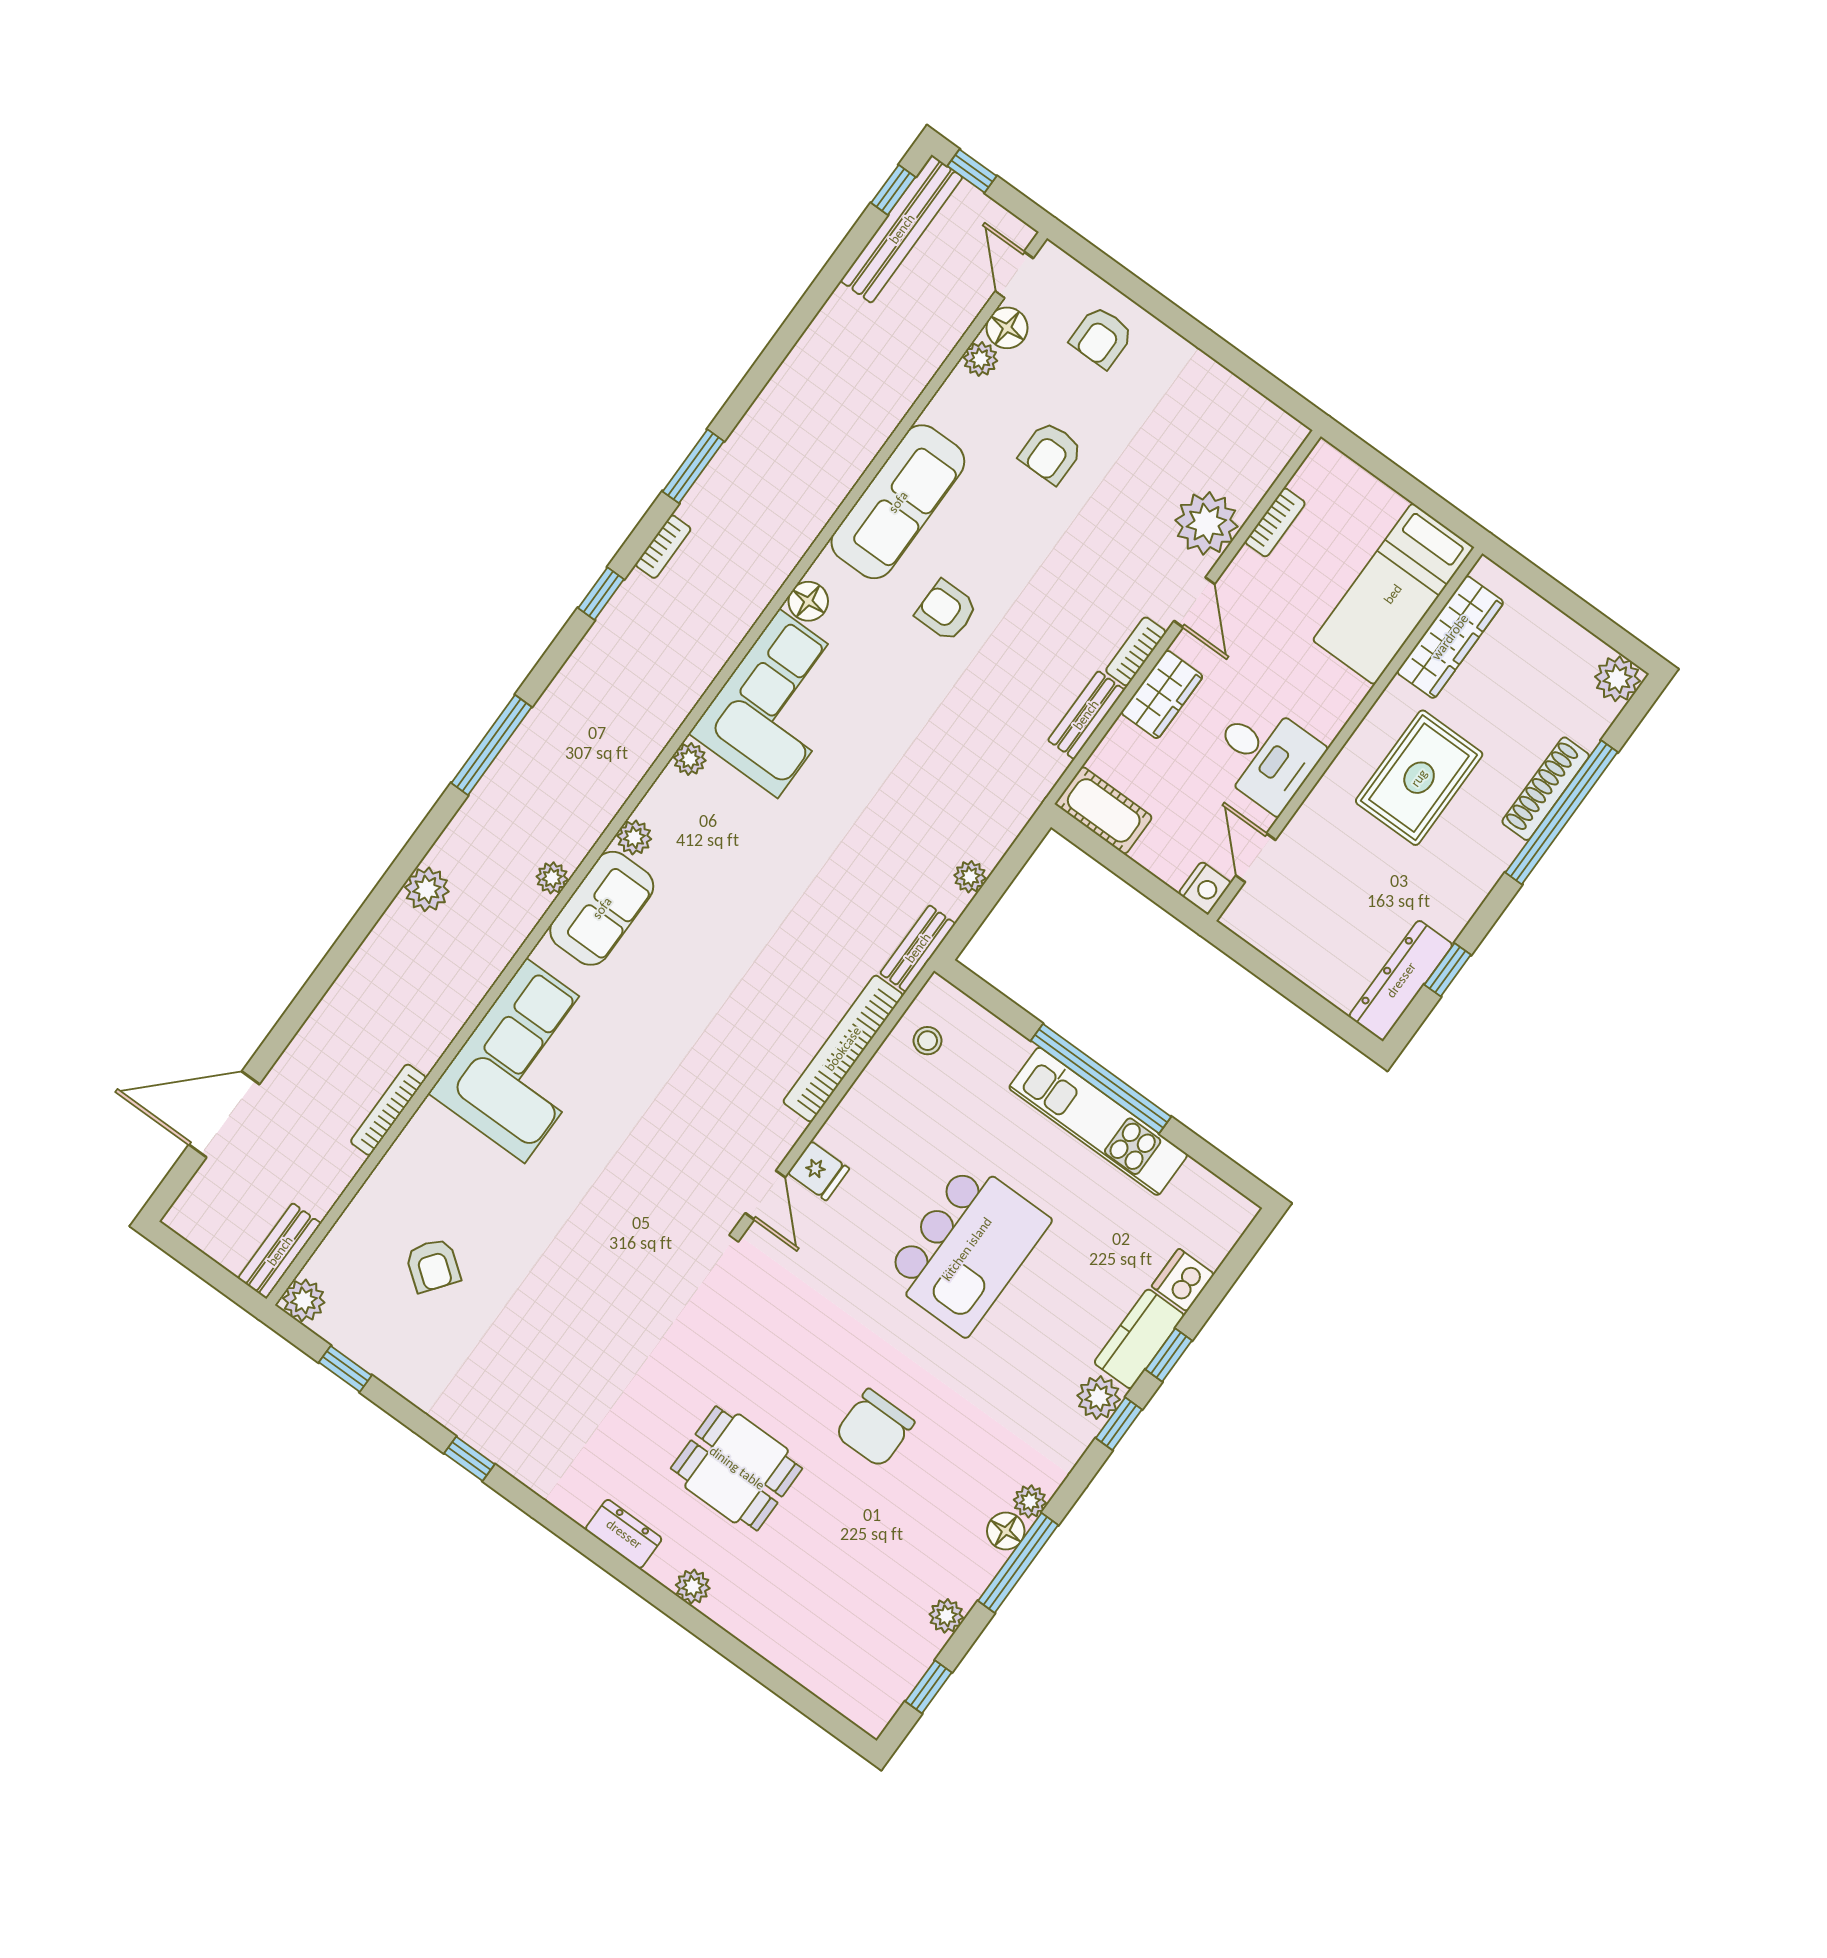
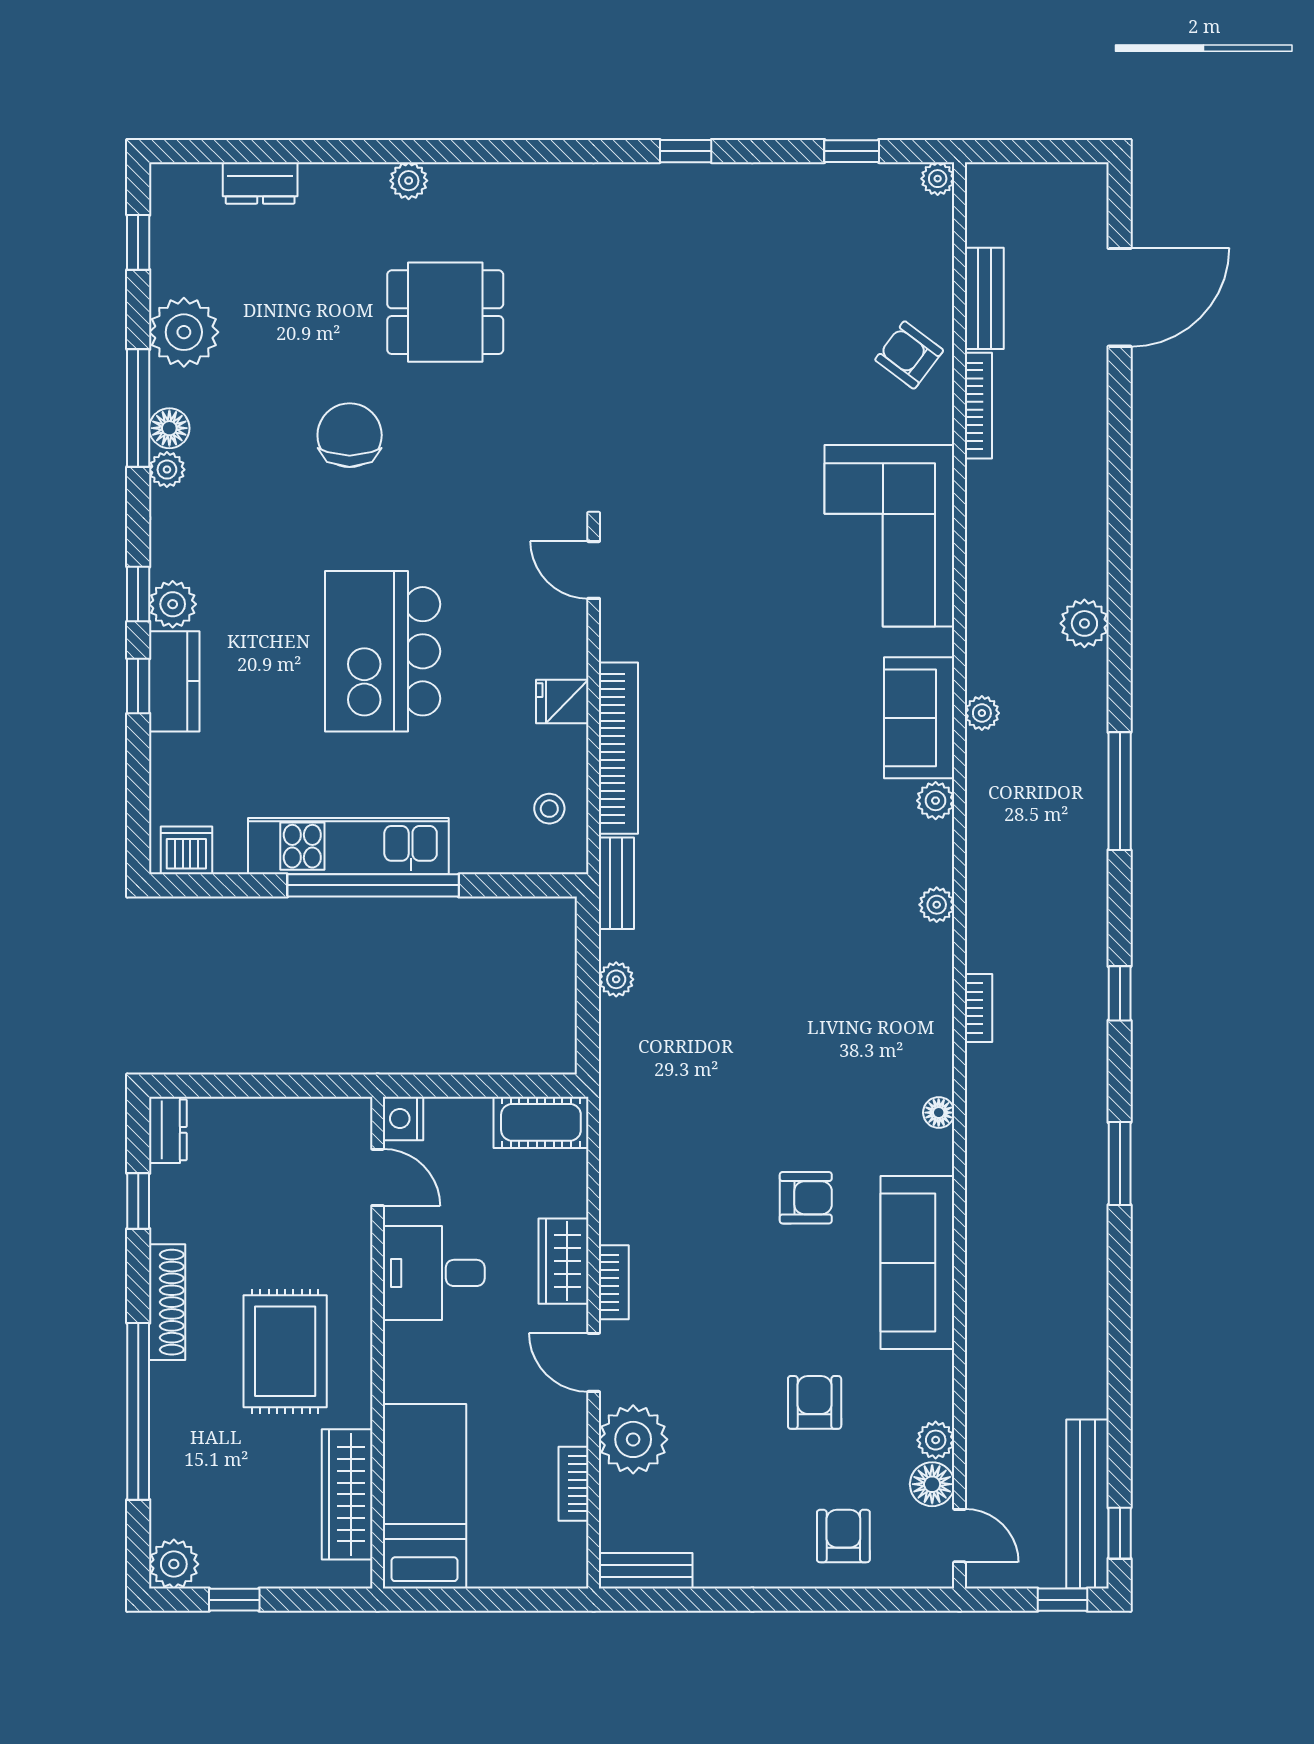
bookcase: (663, 547) -> (978, 1008), moved, turned 180
floor lamp: (808, 601) -> (939, 1113), width x0.73, depth x0.73
window: (1592, 619) -> (234, 1600), added
corner sofa: (778, 703) -> (894, 1010), removed
bench: (1086, 715) -> (646, 1571), moved, turned 90
shoe rack: (1546, 789) -> (167, 1302), moved
dresser: (1401, 980) -> (168, 1130), width x0.51, depth x0.80
fridge: (819, 1171) -> (562, 701), moved
bench: (280, 1251) -> (984, 298), moved
armchair: (433, 1265) -> (909, 355), moved
dishwasher: (1183, 1280) -> (186, 850), moved, turned -90
plant: (304, 1300) -> (938, 179), width x0.73, depth x0.73
dresser: (624, 1534) -> (260, 183), moved
plant: (946, 1616) -> (184, 332), width x1.88, depth x1.88

